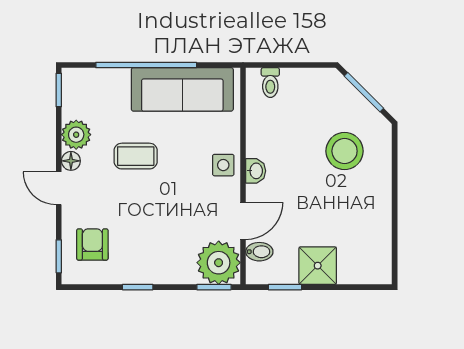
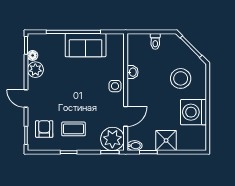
toilet: (270, 83) -> (155, 41), moved
sofa: (182, 89) -> (86, 45), width x0.73
coffee table: (136, 156) -> (73, 129), moved
floor lamp: (71, 161) -> (33, 55), moved
washbasin: (256, 171) -> (133, 72), moved
washing machine: (368, 213) -> (193, 112), added
bidet: (259, 252) -> (135, 146), moved

